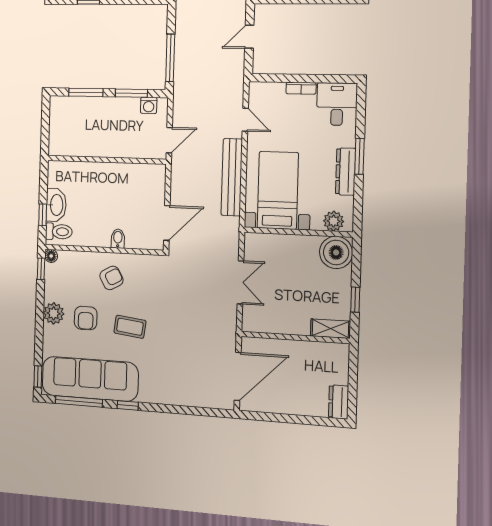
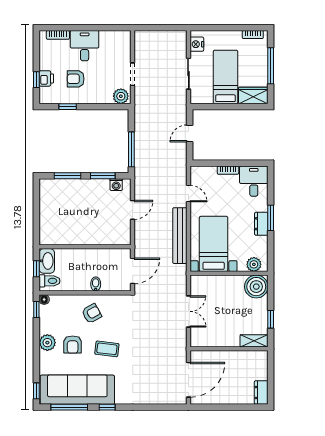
wall: (106, 160) -> (85, 247), moved
dresser: (346, 172) -> (261, 224), width x0.70

